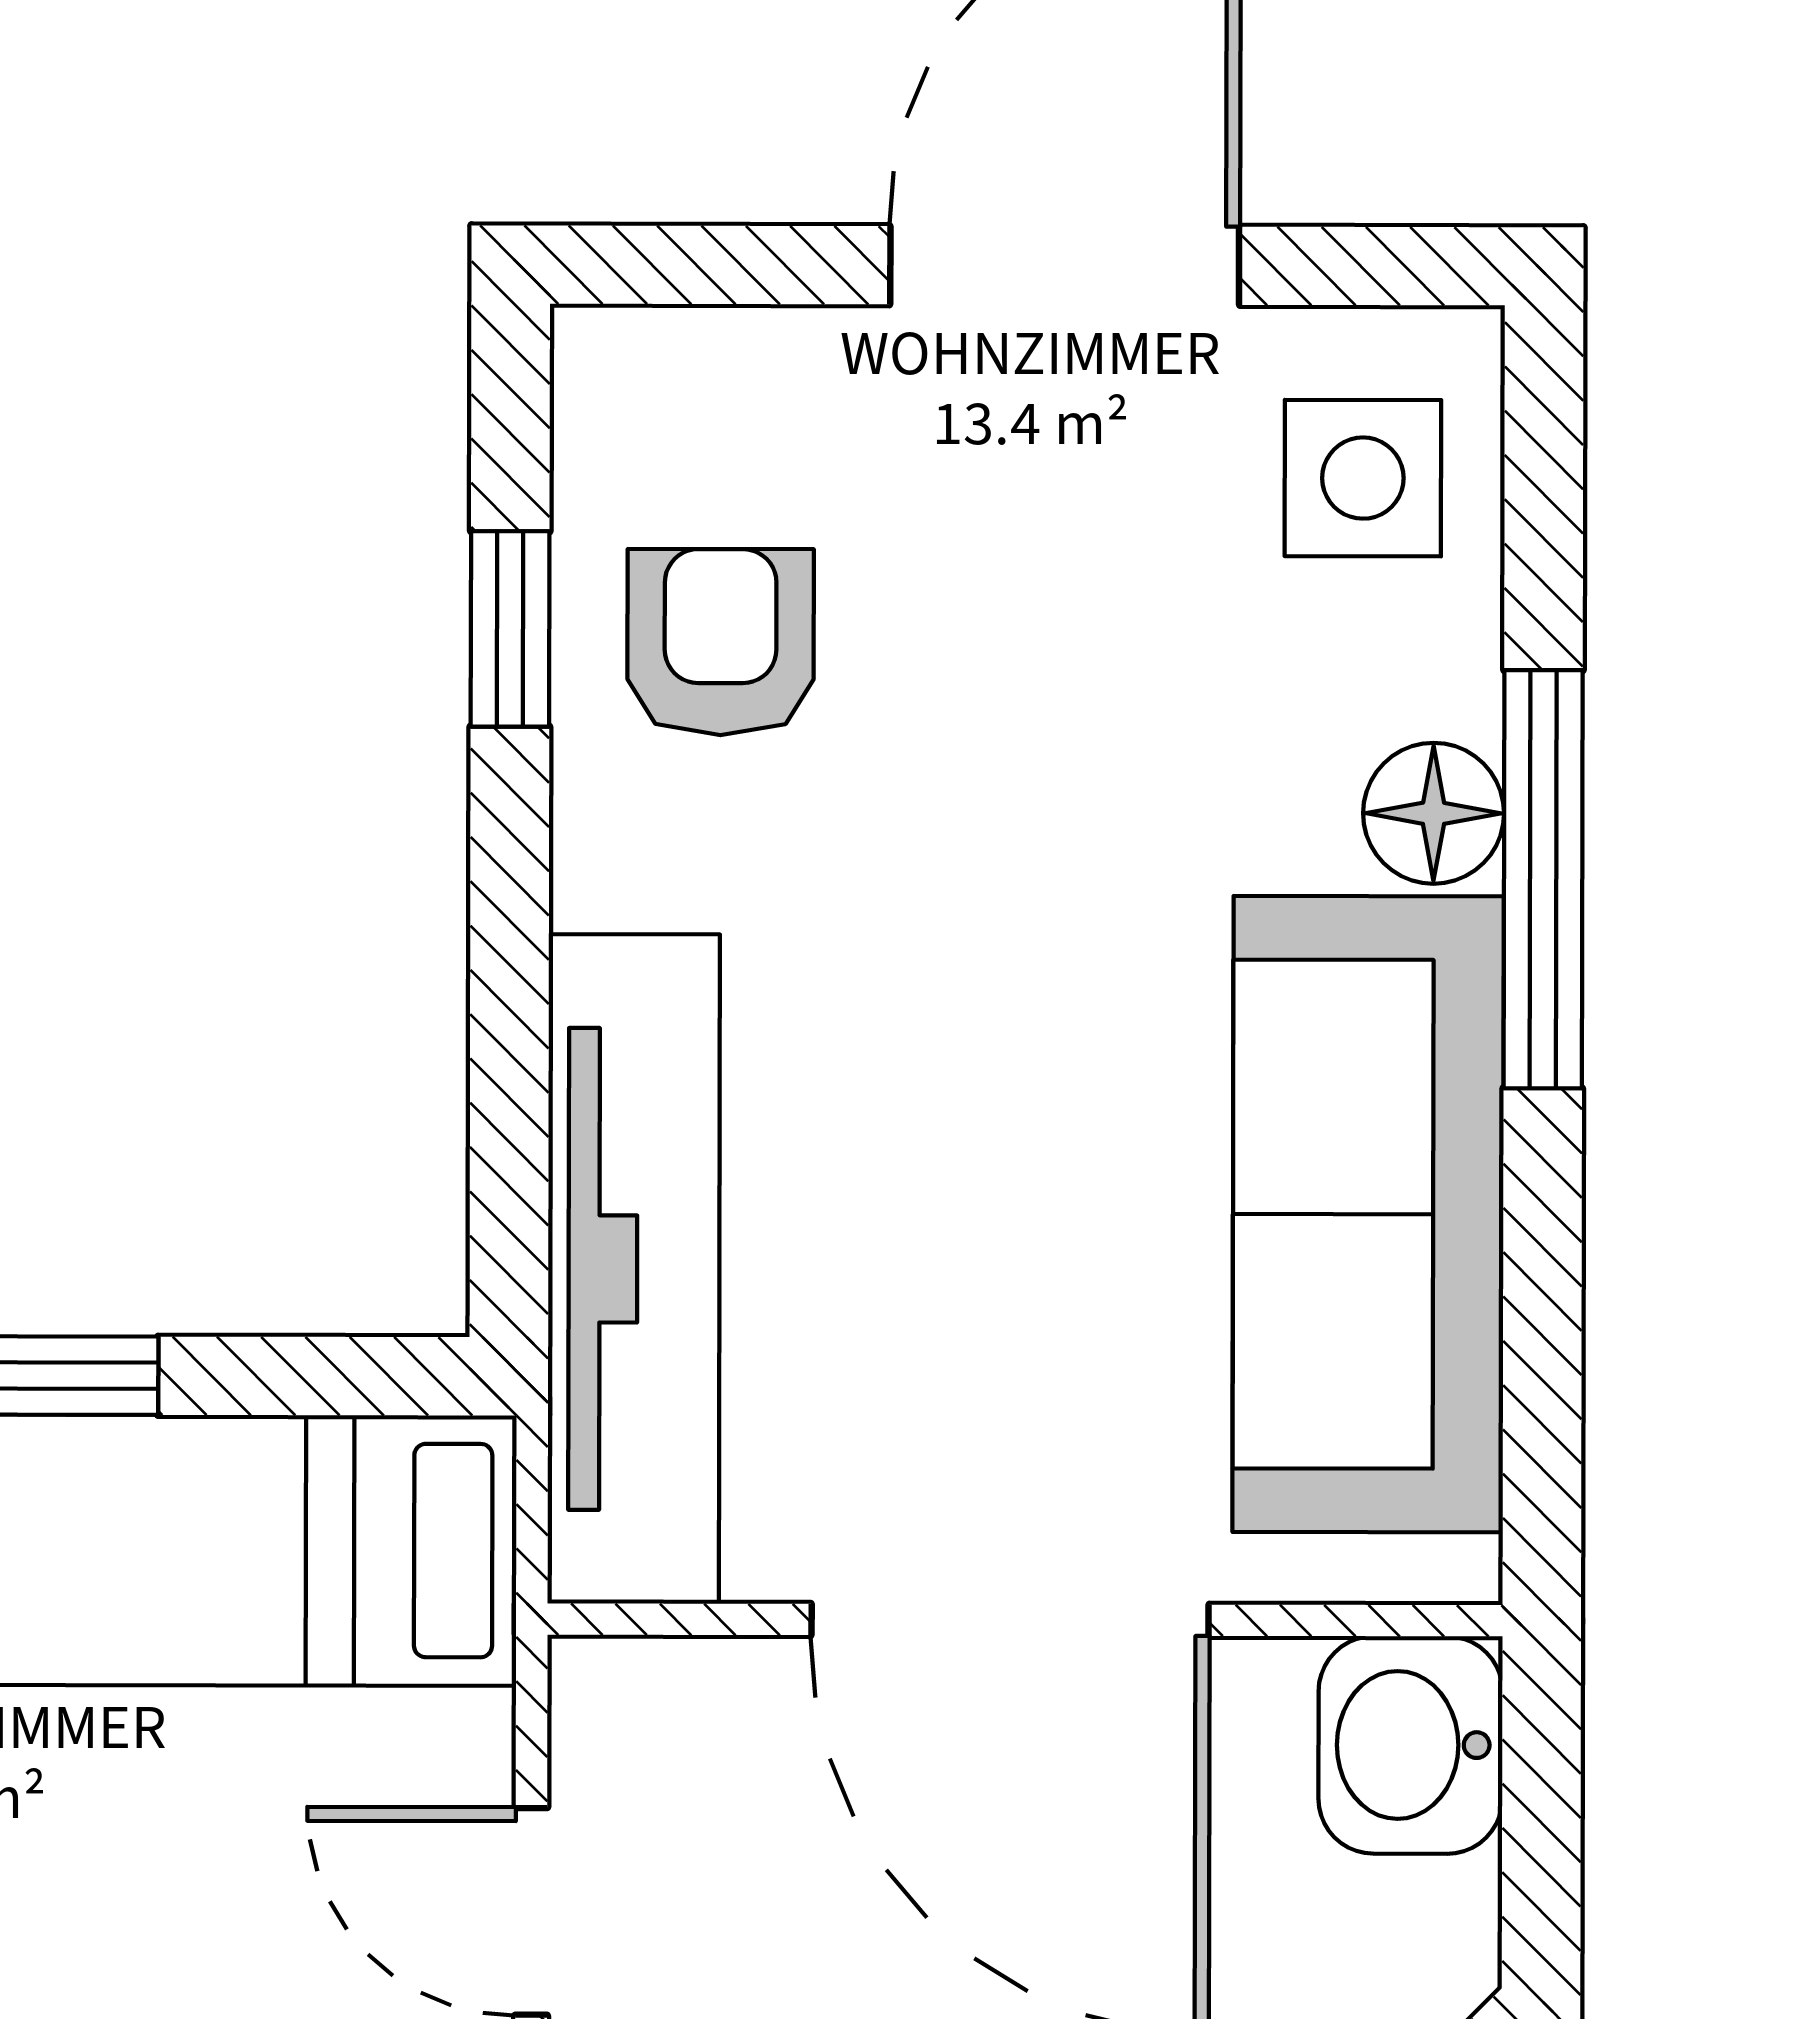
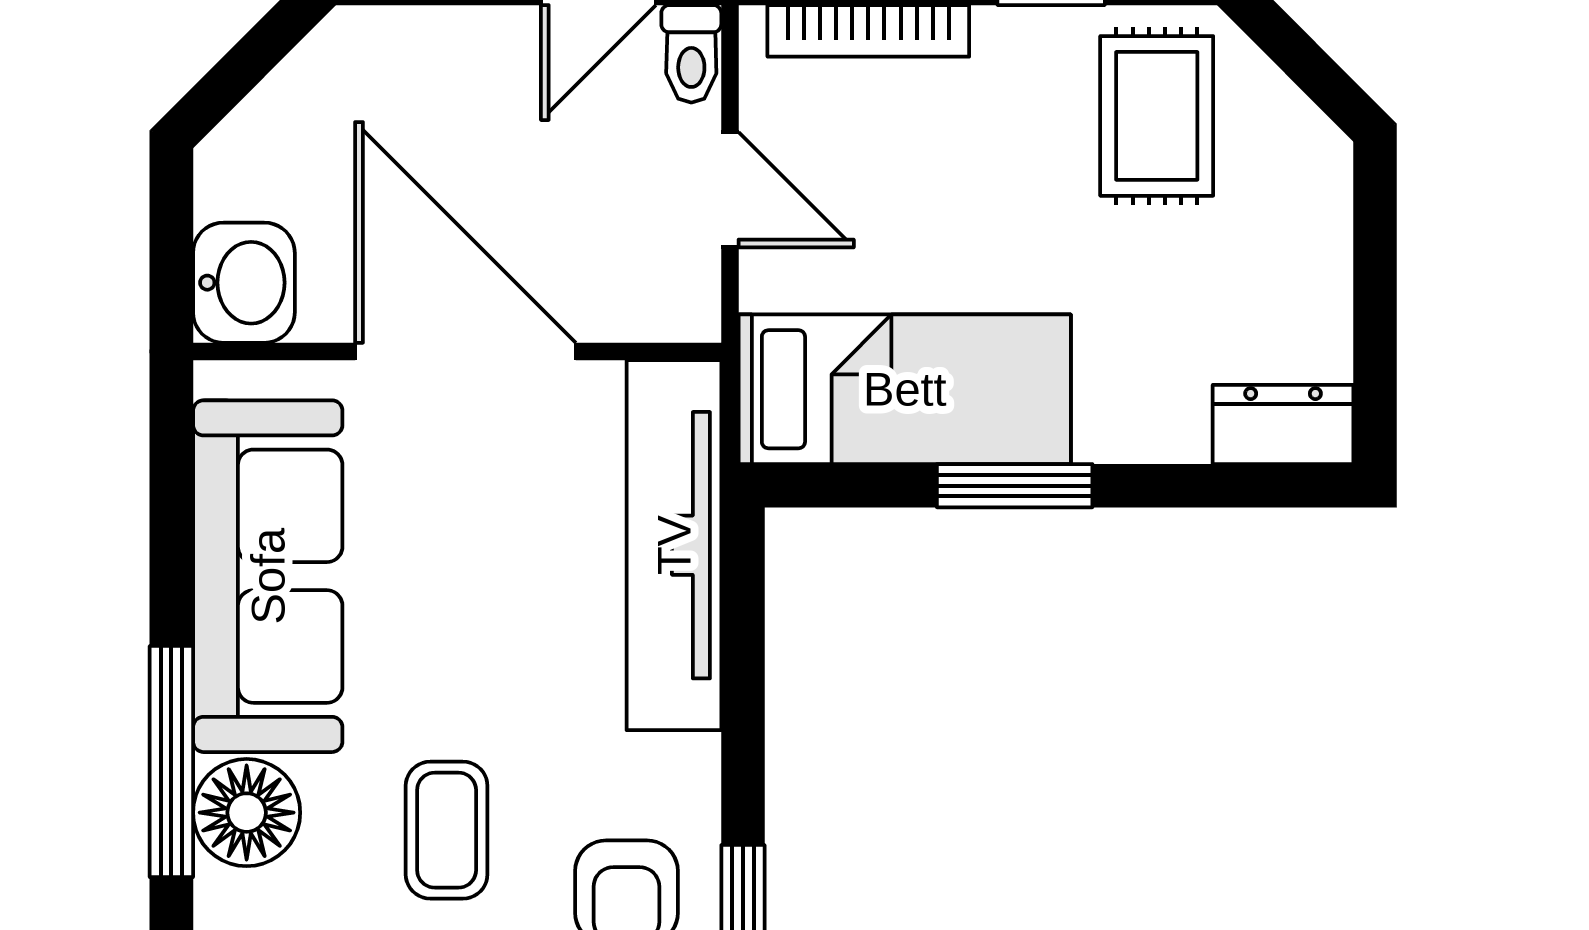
coffee table: (1046, 754) -> (447, 830), added
floor lamp: (1434, 813) -> (247, 813), width x1.38, depth x1.38

